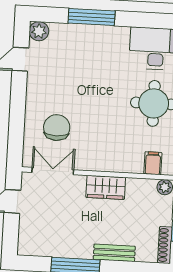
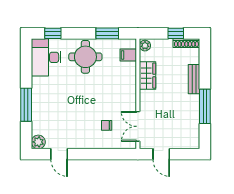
chair: (57, 128) -> (107, 125), width x0.54, depth x0.54
wardrobe: (106, 187) -> (147, 76), moved

